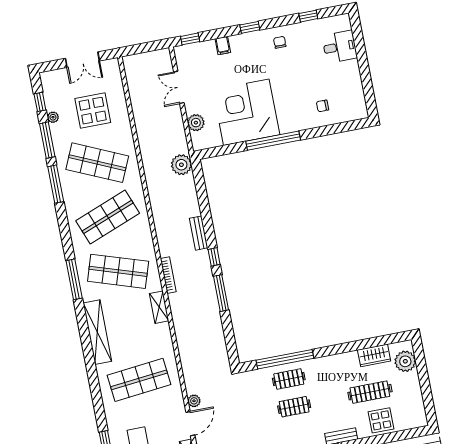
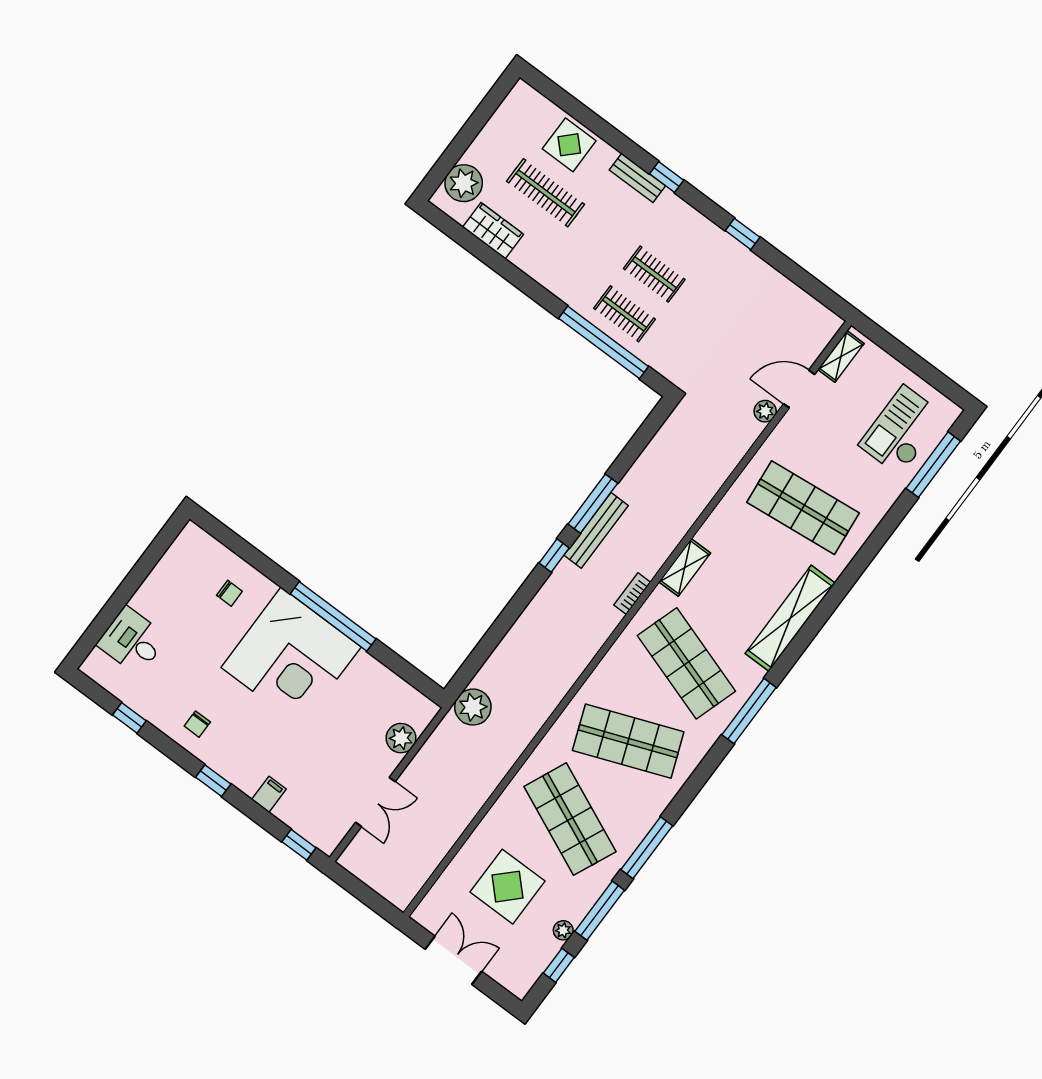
corner desk: (246, 112) -> (291, 657), moved
bench: (199, 233) -> (596, 530), moved, width x1.36
bookcase: (168, 275) -> (632, 594), width x0.64

